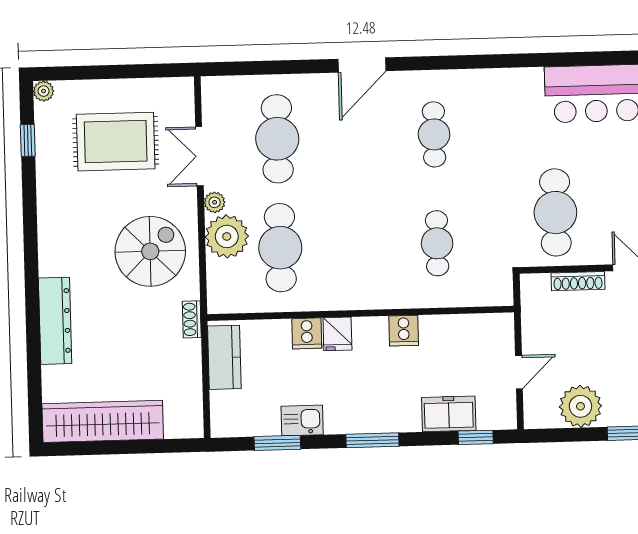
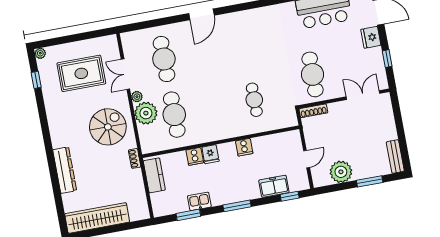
cafe table: (434, 134) -> (244, 44), removed
shoe rack: (578, 281) -> (313, 111), moved

